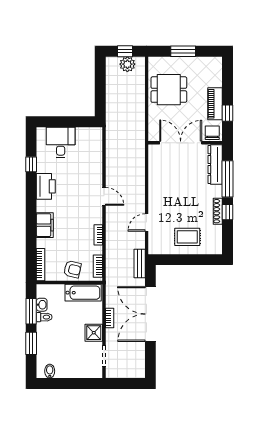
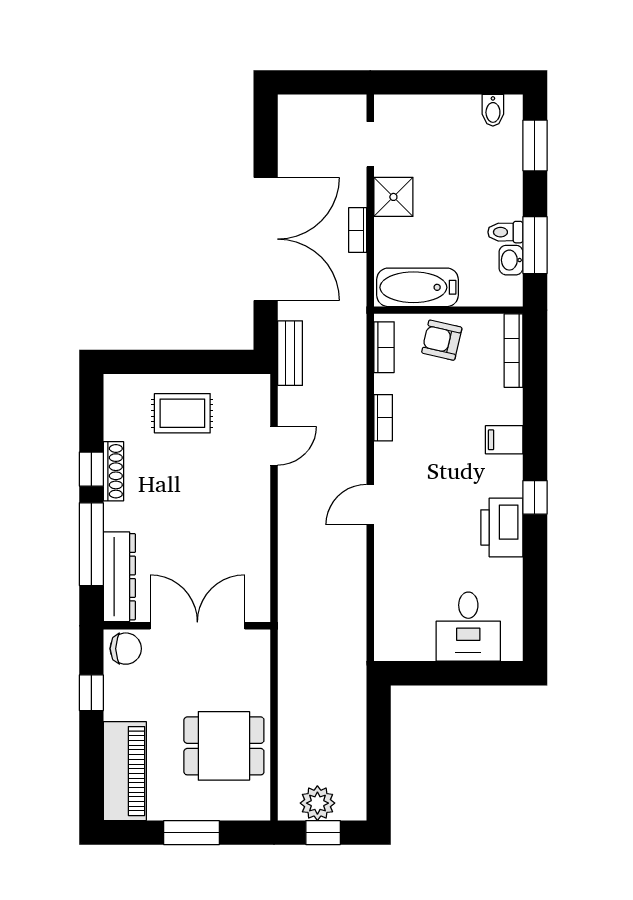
piano: (215, 104) -> (125, 771), moved, width x1.37, depth x1.33
chair: (212, 133) -> (126, 649), turned -90
double door: (181, 143) -> (197, 626), swing flipped
window: (31, 164) -> (535, 497), moved
door: (104, 196) -> (370, 505), hinge flipped
filing cabinet: (45, 225) -> (504, 440), width x0.50
window: (31, 343) -> (535, 145), moved

